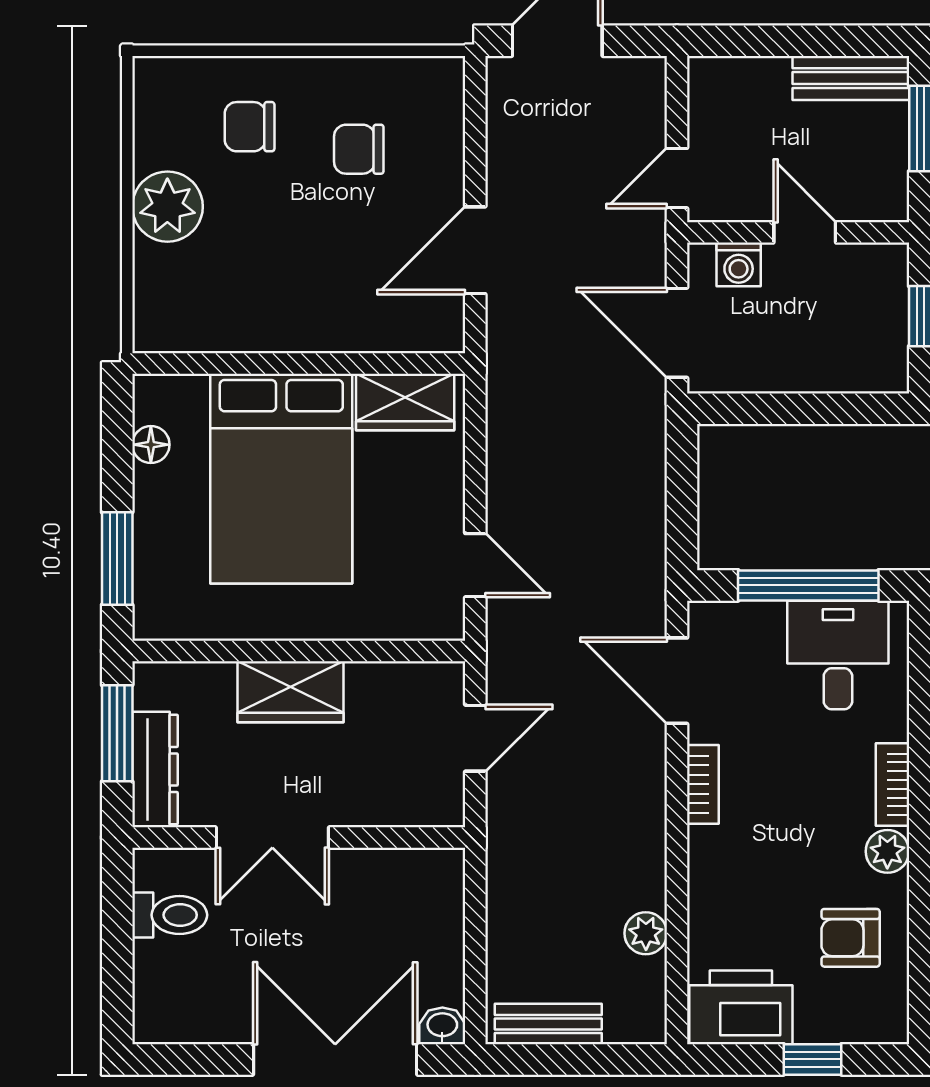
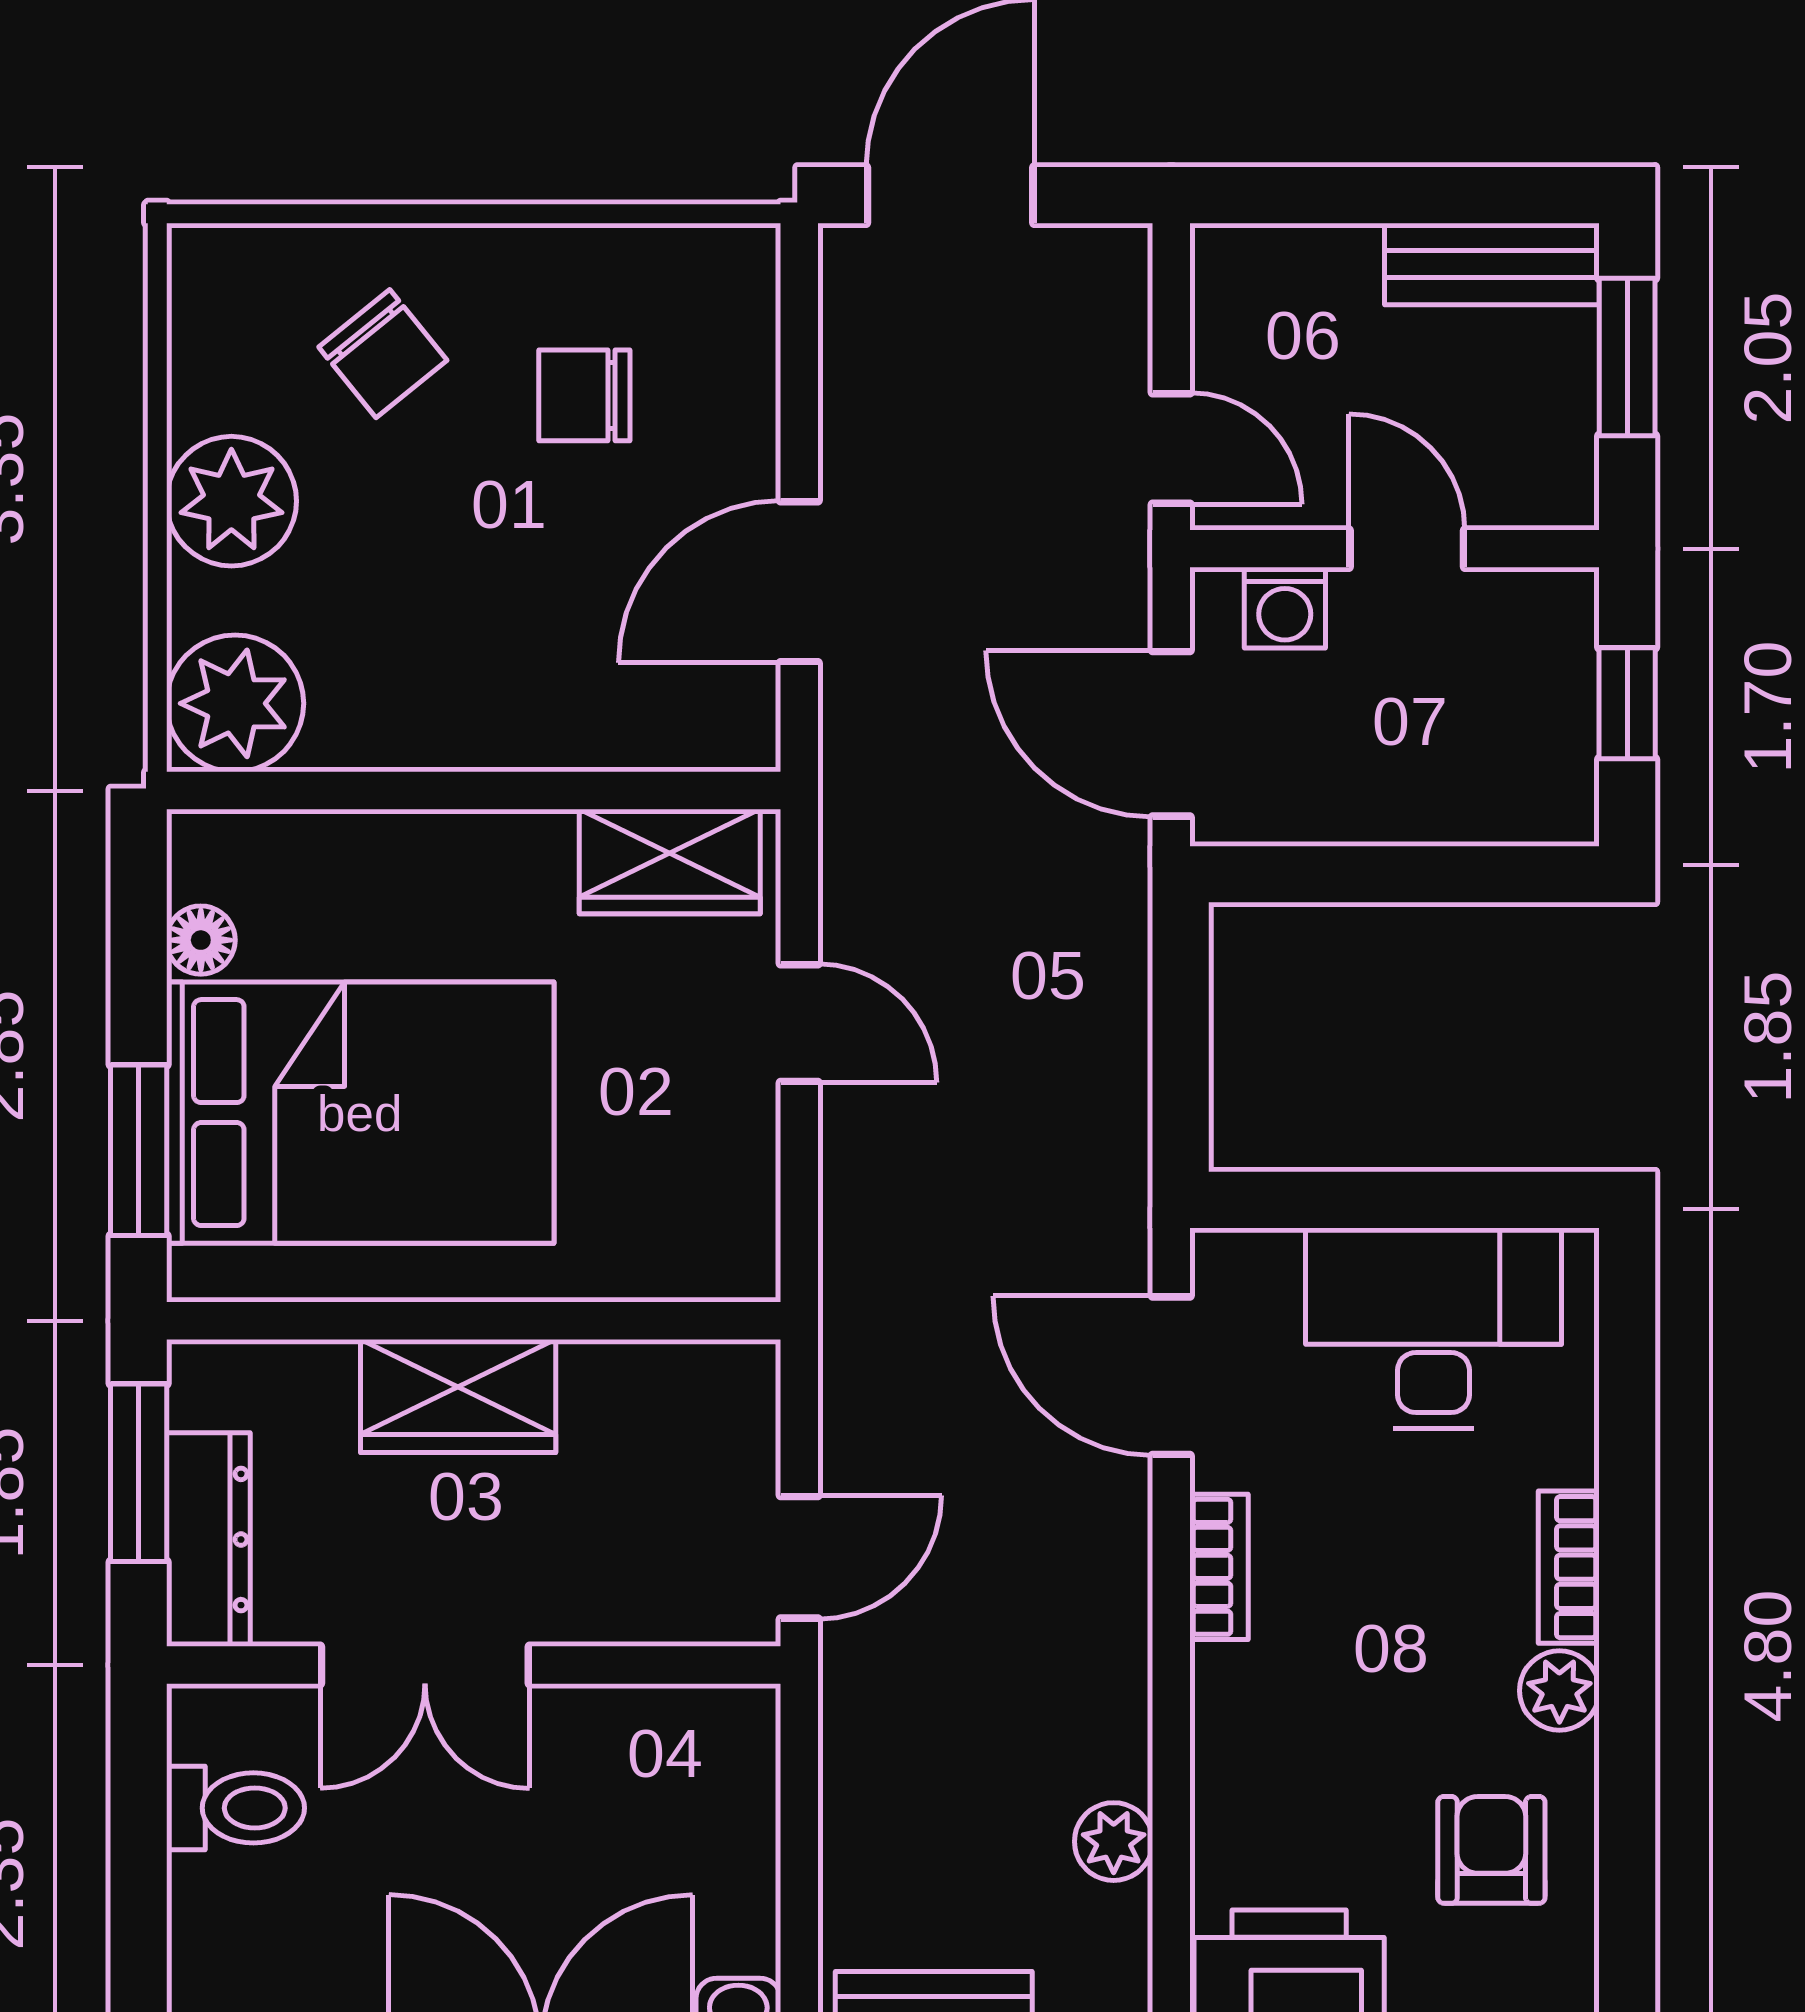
chair: (250, 127) -> (383, 354), turned -129
door: (677, 178) -> (1171, 448), swing flipped
plant: (169, 316) -> (235, 703), added
bed: (281, 479) -> (360, 1113), moved, turned -90
door: (475, 565) -> (799, 1023), moved
window: (808, 585) -> (1414, 1200), removed
desk: (838, 655) -> (1433, 1328), width x1.37
door: (475, 738) -> (799, 1557), moved
armchair: (851, 938) -> (1491, 1850), turned 90

